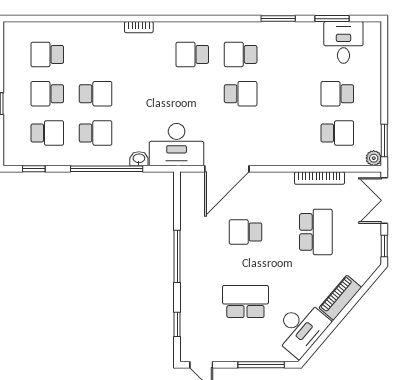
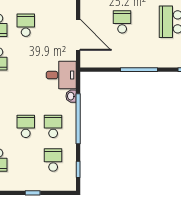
school desk: (47, 94) -> (26, 160), removed
desk: (177, 145) -> (61, 75), width x0.73
school desk: (245, 232) -> (122, 22), turned 180

